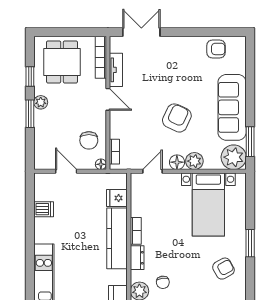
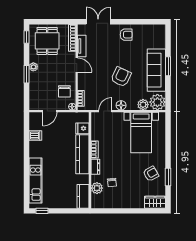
armchair: (216, 49) -> (126, 35), moved
window: (30, 76) -> (26, 37), moved
window: (250, 142) -> (168, 66), moved
plant: (194, 161) -> (143, 105), moved
door: (66, 171) -> (50, 111), swing flipped
window: (250, 243) -> (168, 177), moved

